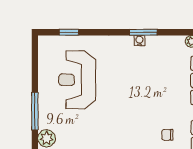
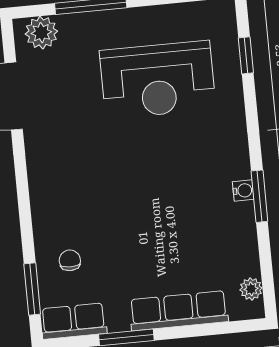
reception desk: (77, 80) -> (158, 80), turned 180

